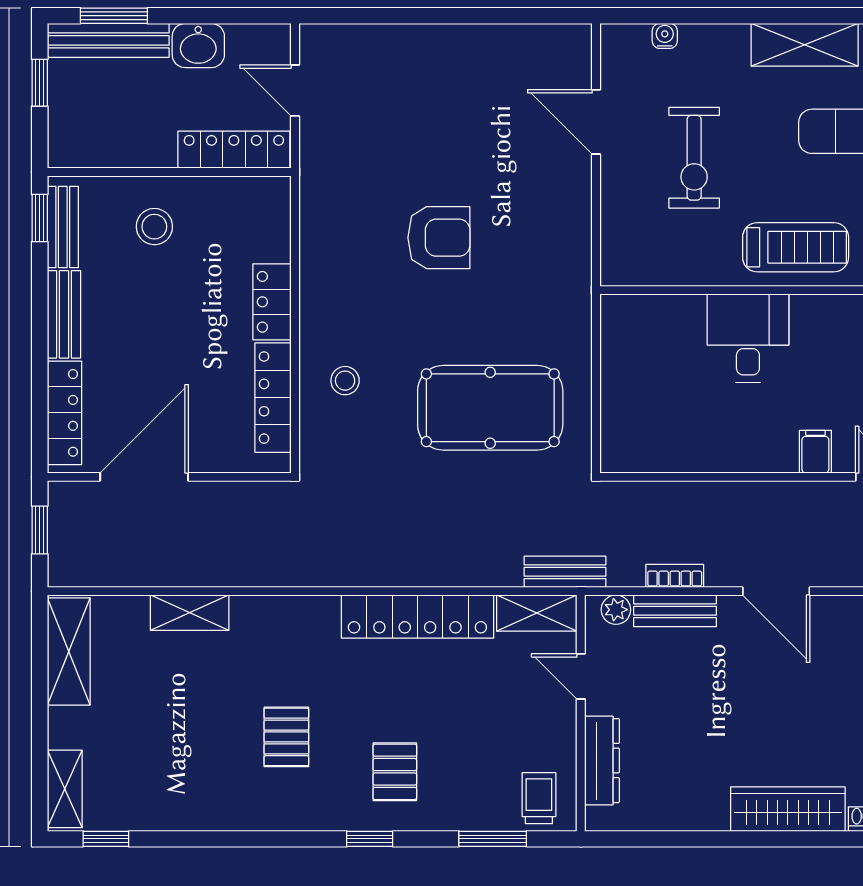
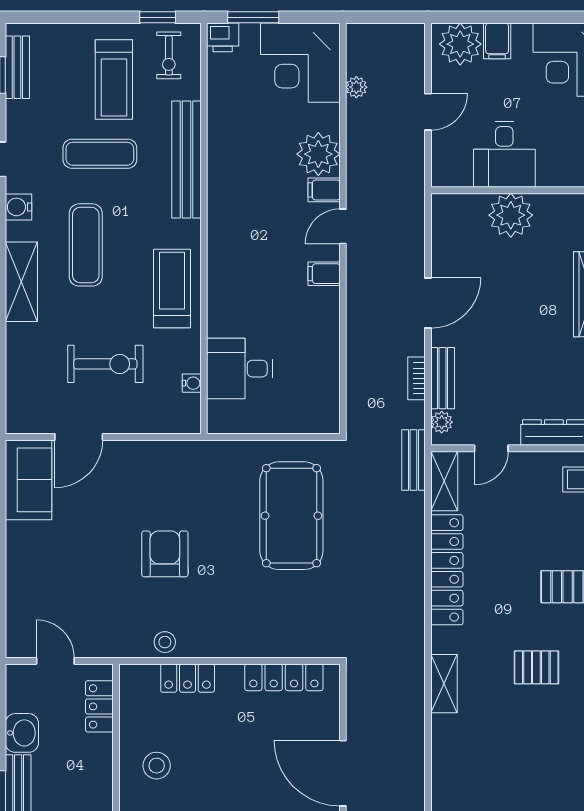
water cooler: (665, 36) -> (192, 383), moved, turned 180
sofa: (538, 54) -> (29, 480), added
door: (295, 90) -> (55, 661), swing flipped
locker: (234, 150) -> (99, 706), width x0.66
locker: (272, 302) -> (188, 678), moved
desk: (748, 338) -> (240, 369), moved
stool: (345, 381) -> (165, 642), moved
shelving: (190, 613) -> (444, 684), moved

